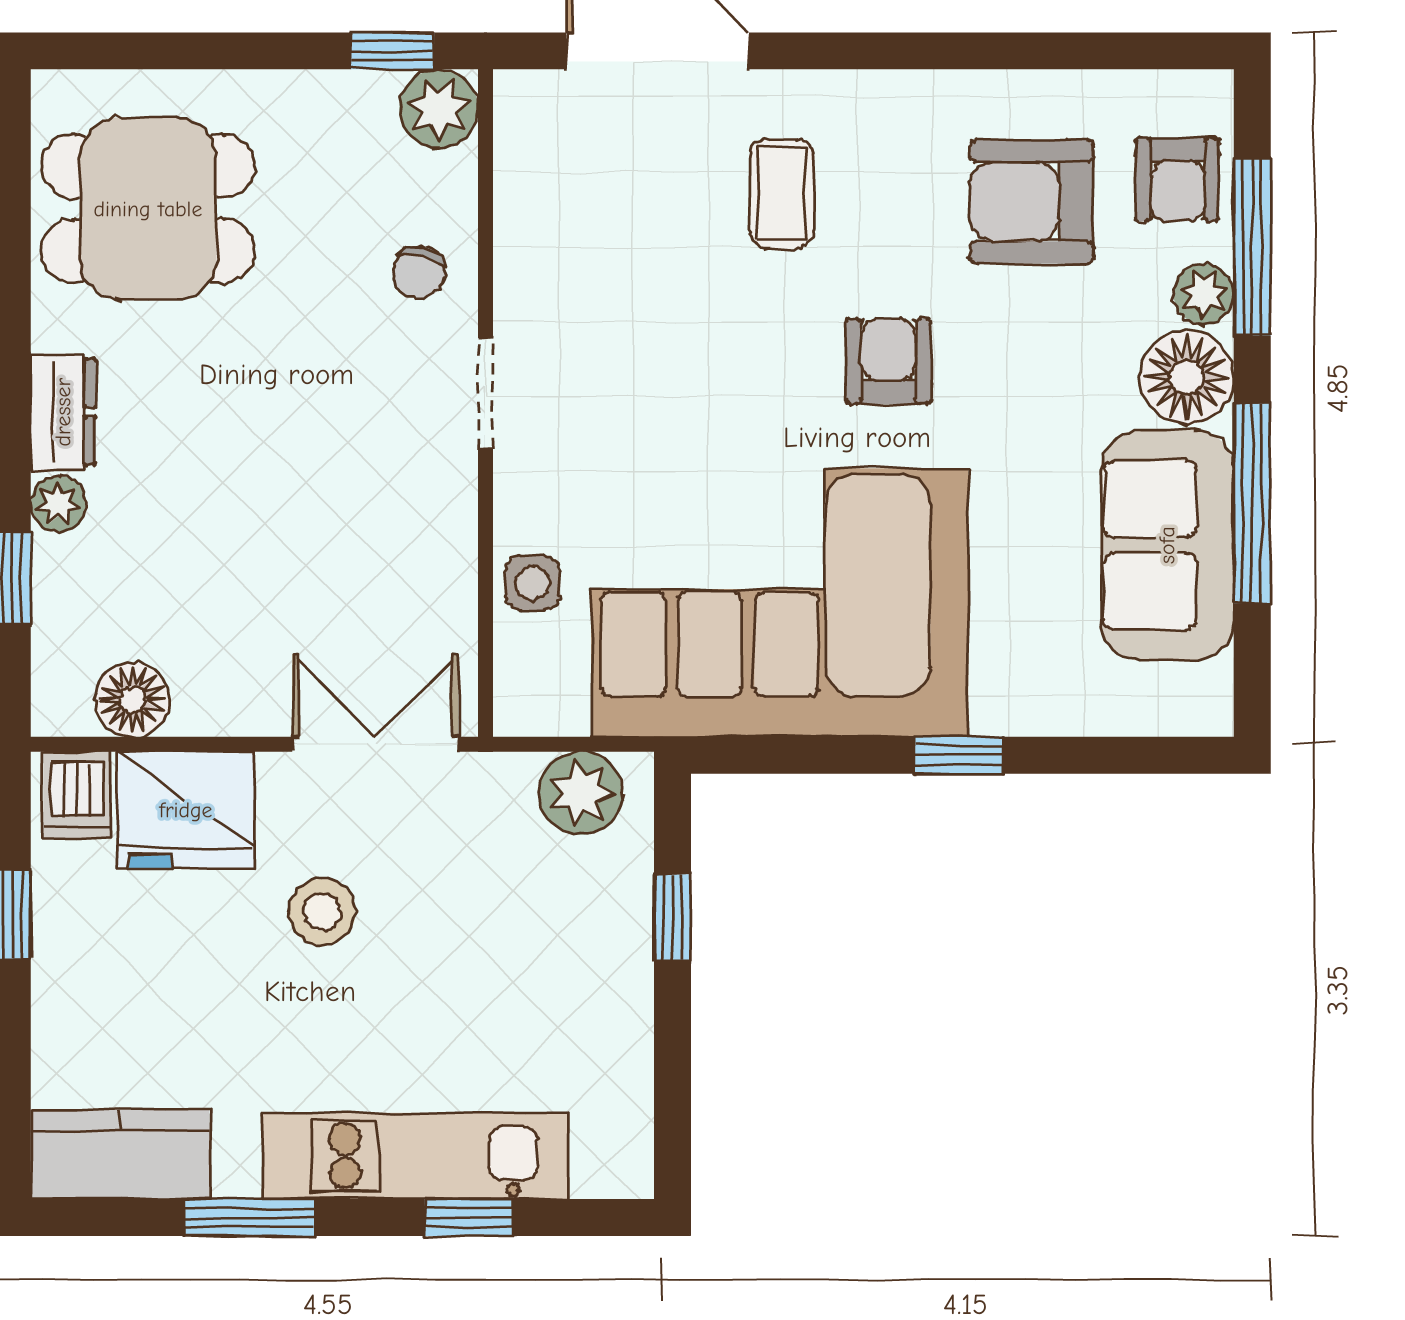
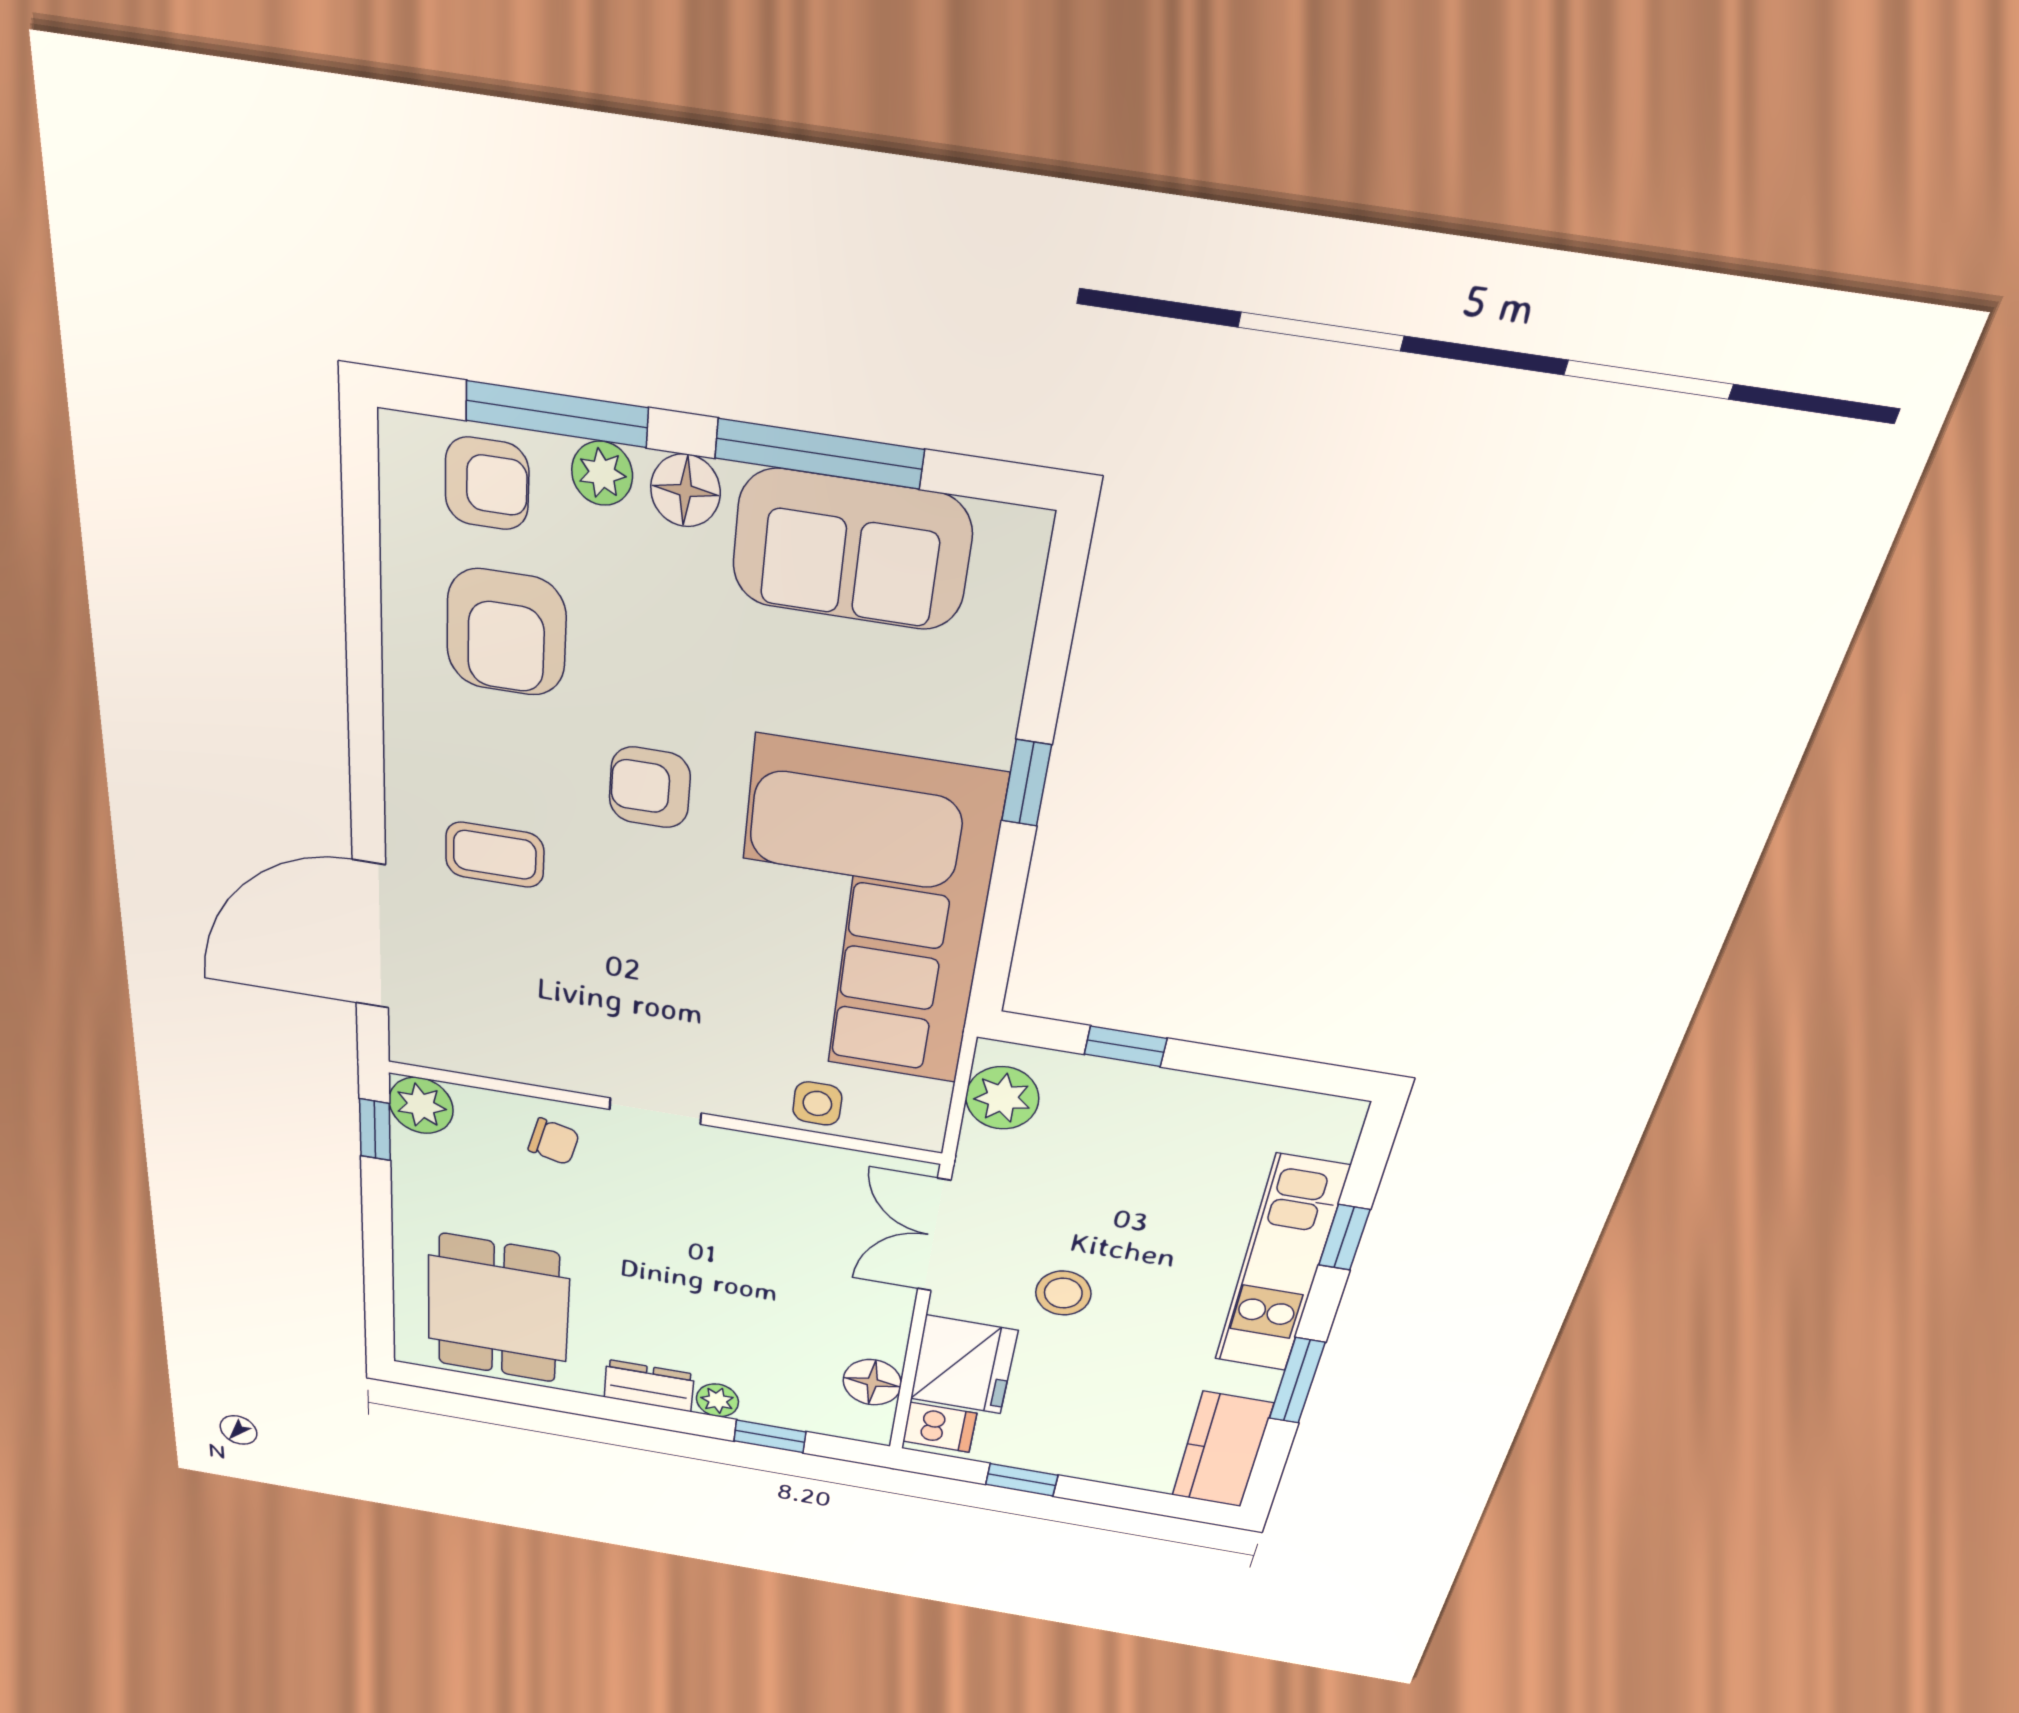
floor lamp: (1187, 377) -> (685, 490), width x0.73, depth x0.73

